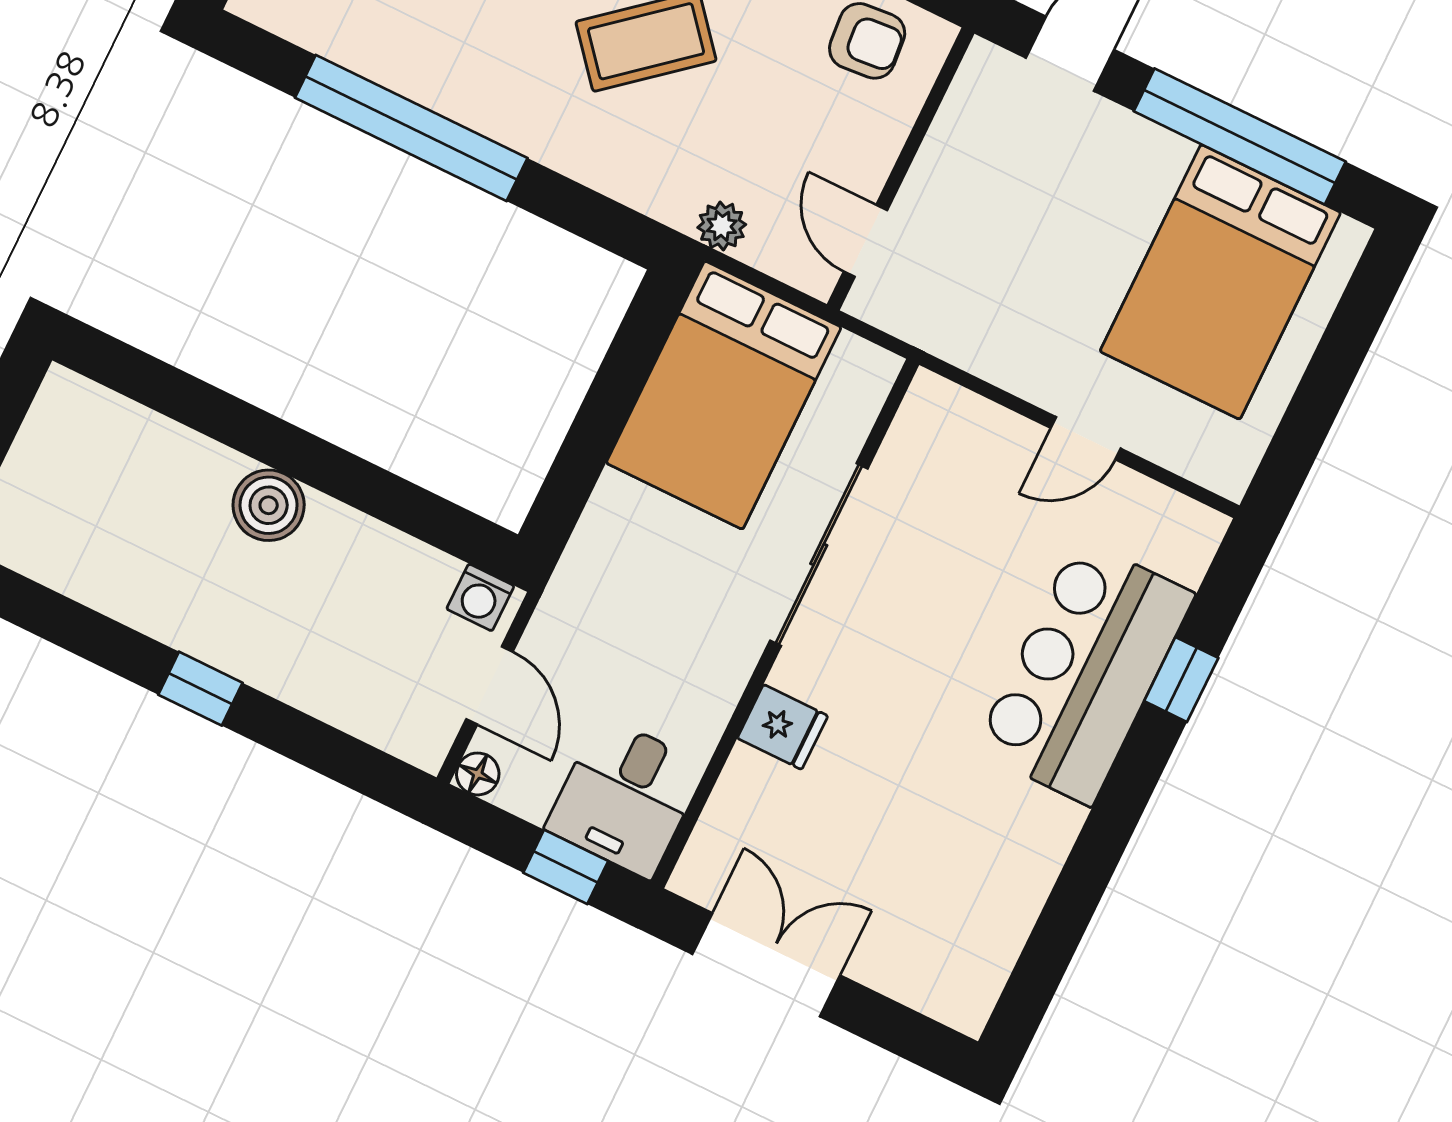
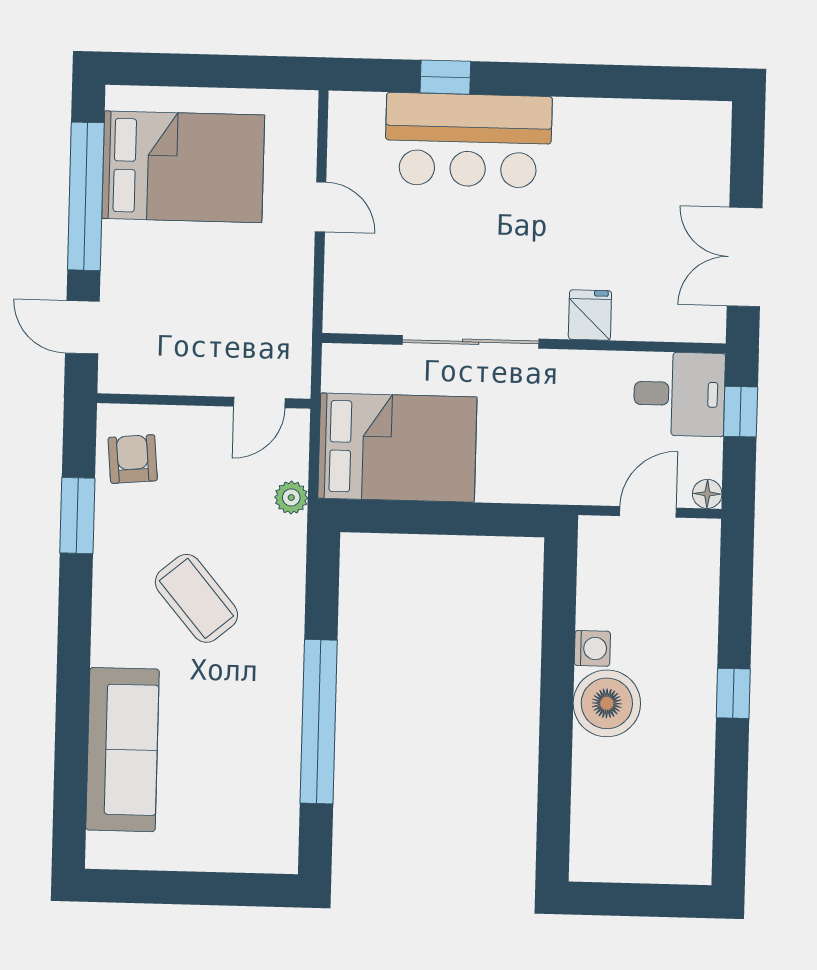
boiler: (269, 505) -> (607, 703), width x1.37, depth x1.37
washing machine: (480, 597) -> (592, 648), moved

